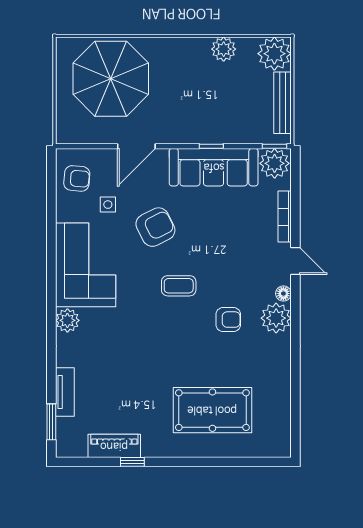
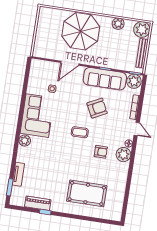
parasol: (111, 79) -> (81, 31), moved
armchair: (77, 178) -> (39, 74), removed
armchair: (155, 227) -> (97, 108), moved

